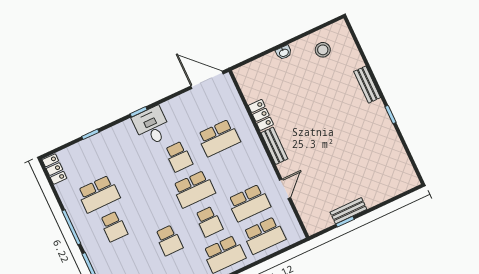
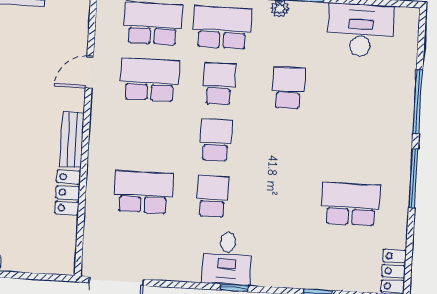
school desk: (194, 189) -> (216, 140), width x0.54
school desk: (114, 226) -> (354, 148), removed

